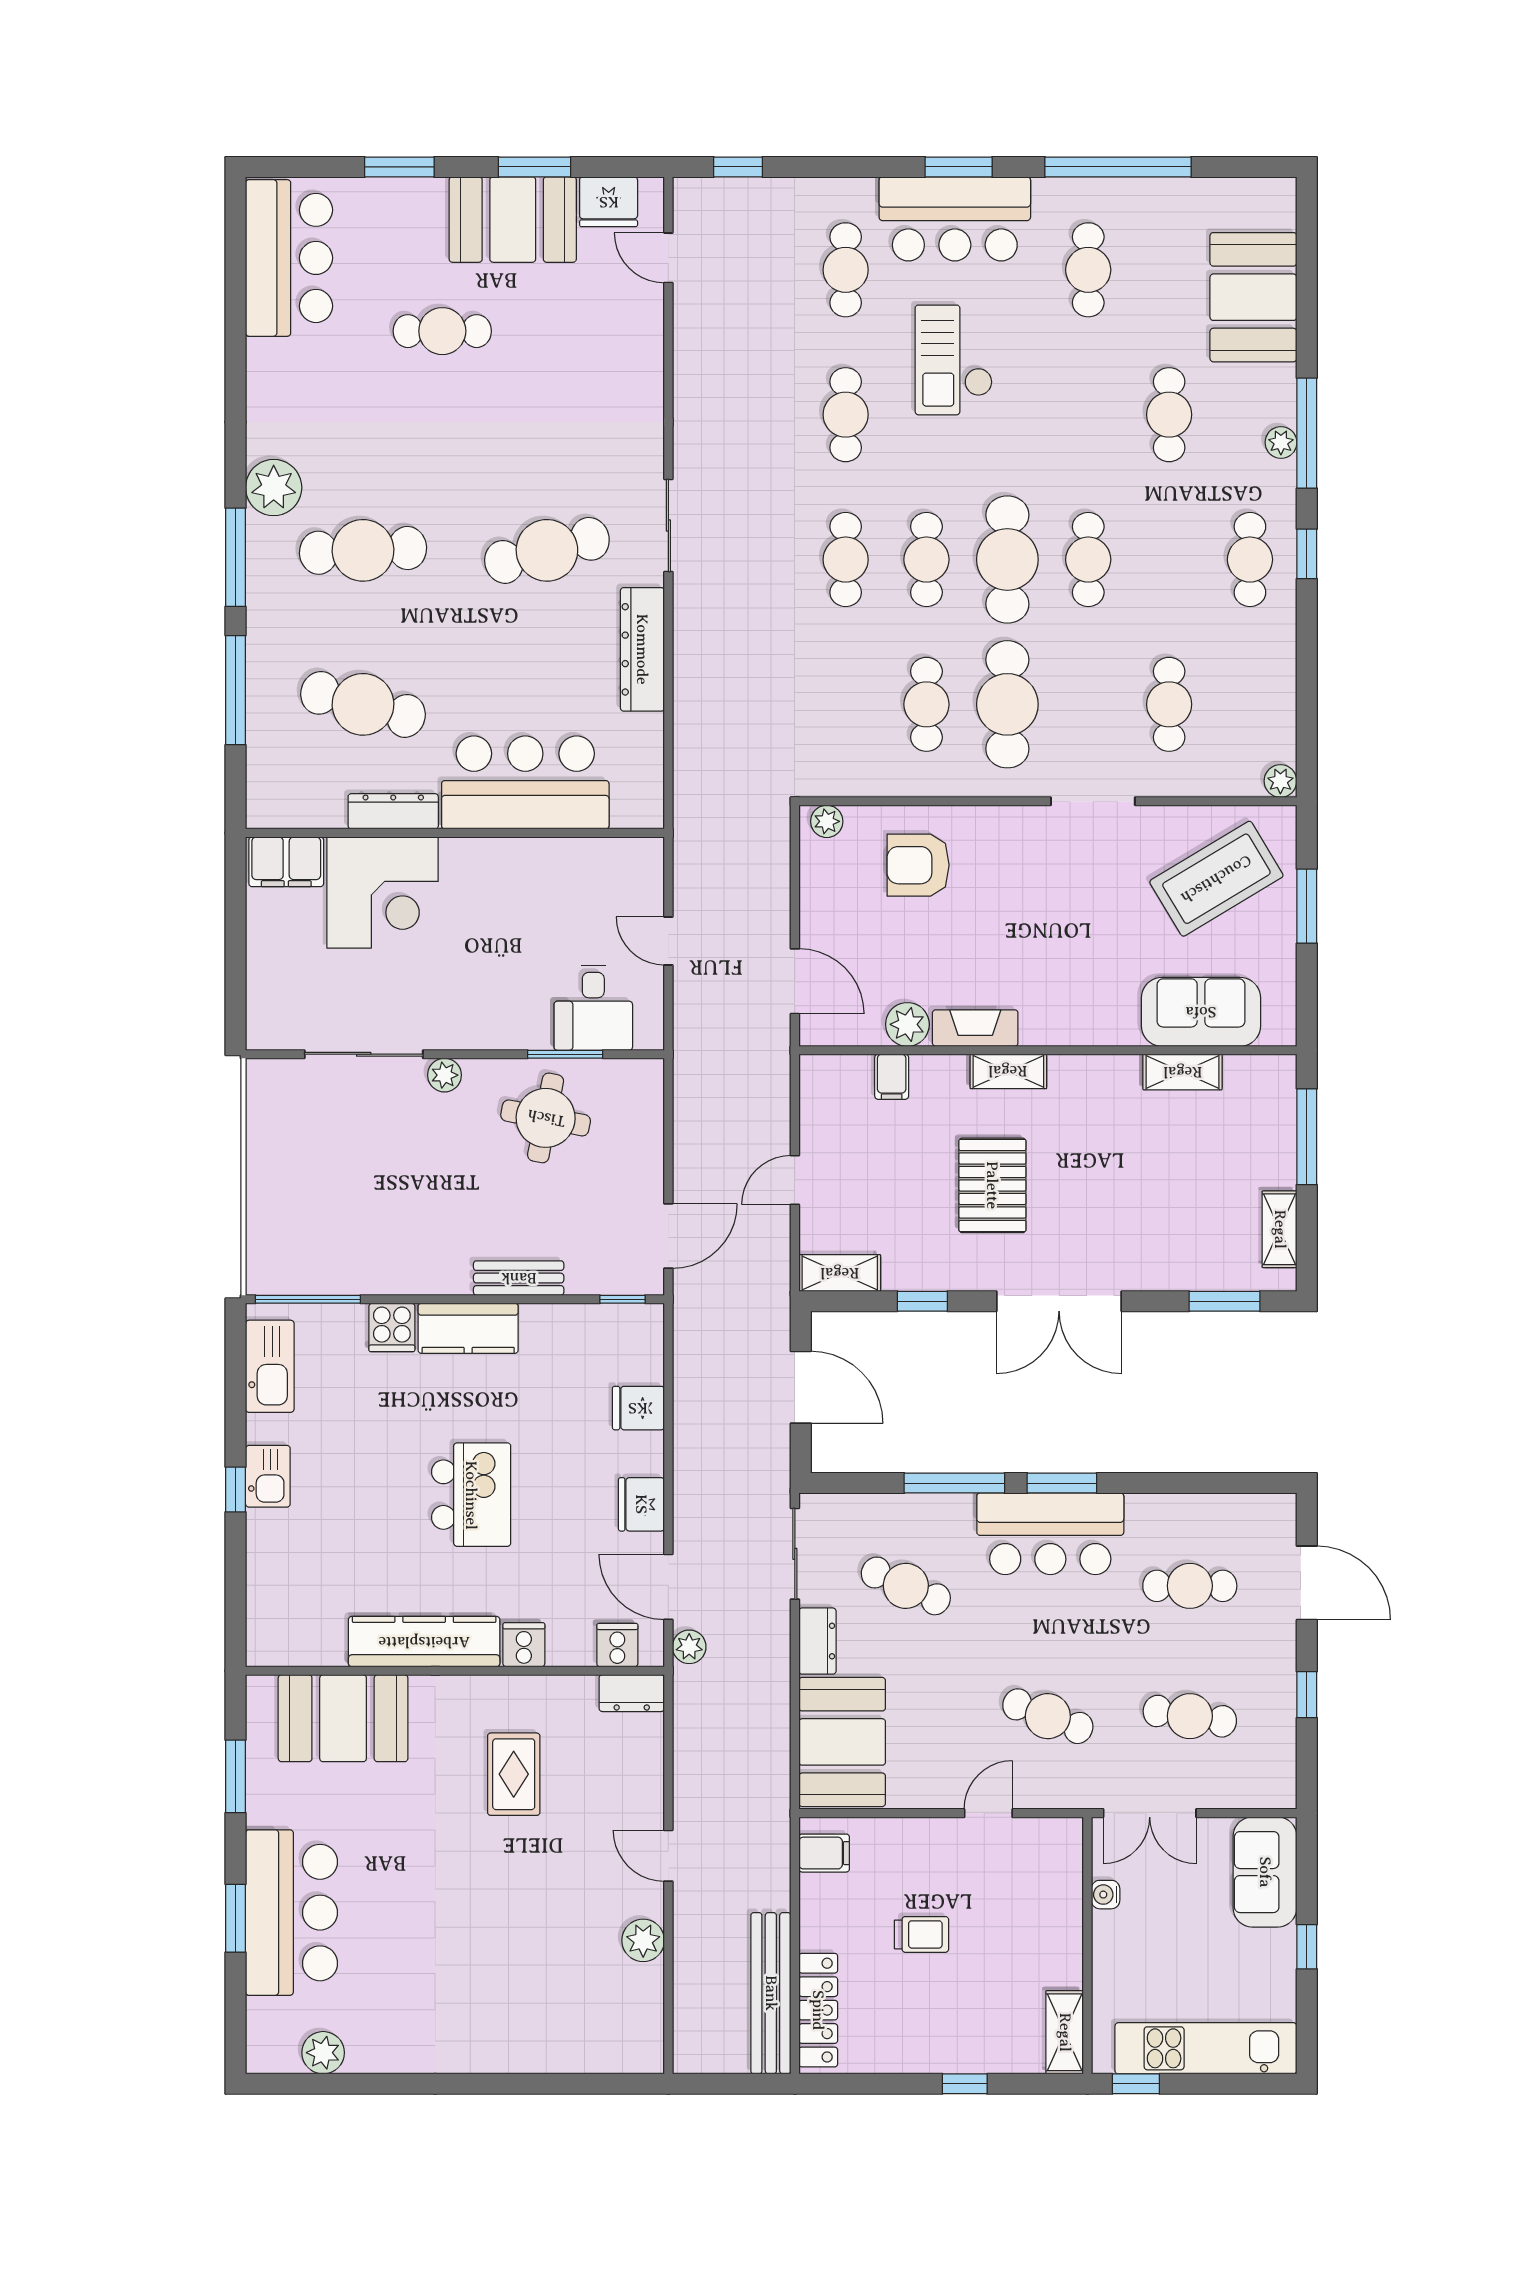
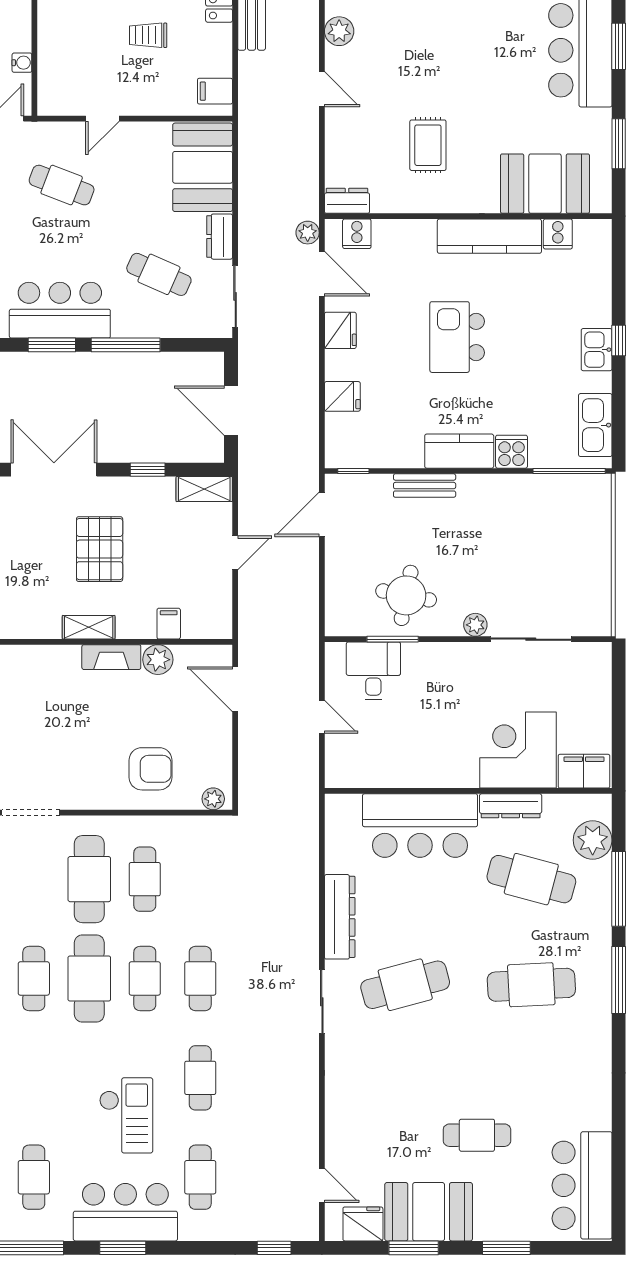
plant: (274, 488) -> (593, 840), moved
cooker: (524, 1645) -> (558, 234), moved

